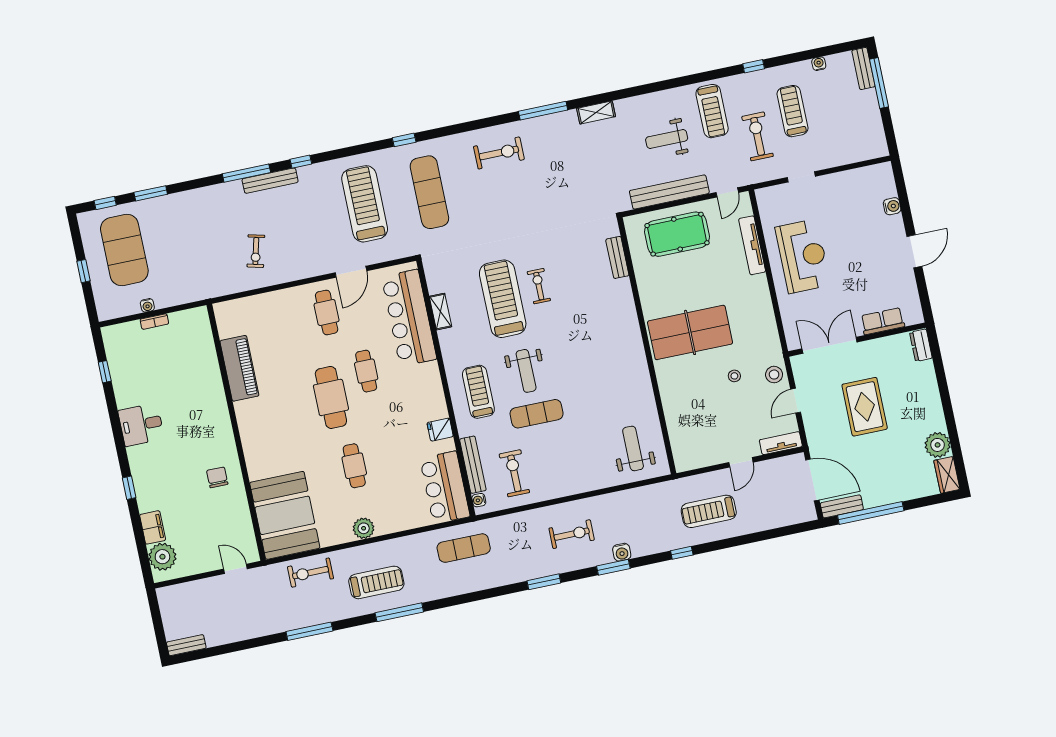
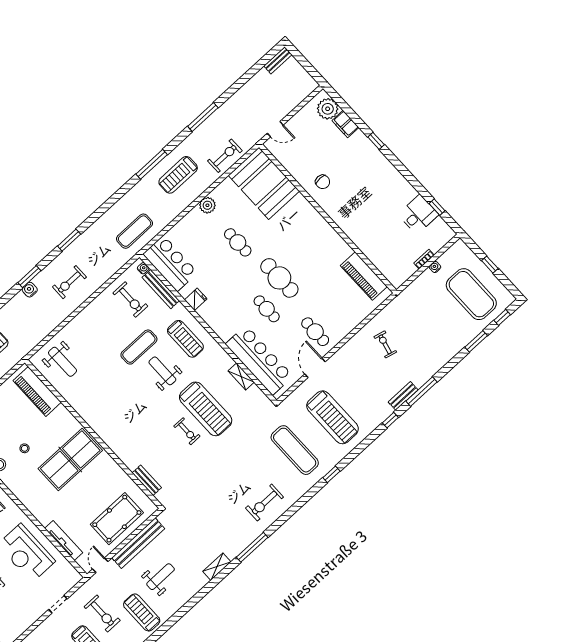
bench: (270, 181) -> (403, 396), width x0.73
piano: (239, 368) -> (364, 276), moved
desk: (141, 425) -> (418, 214), moved
piano: (682, 432) -> (37, 391), added

